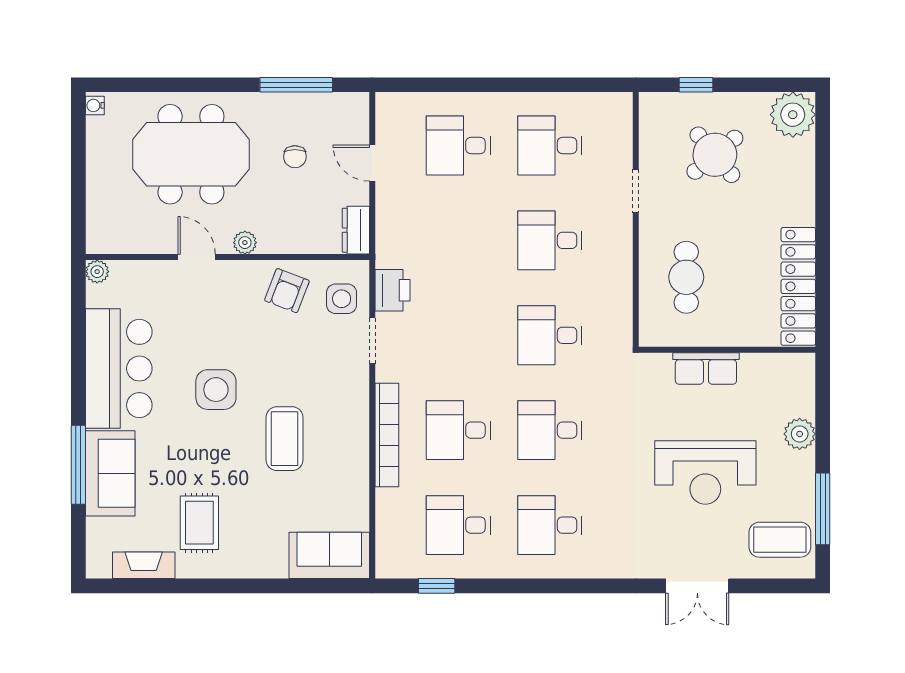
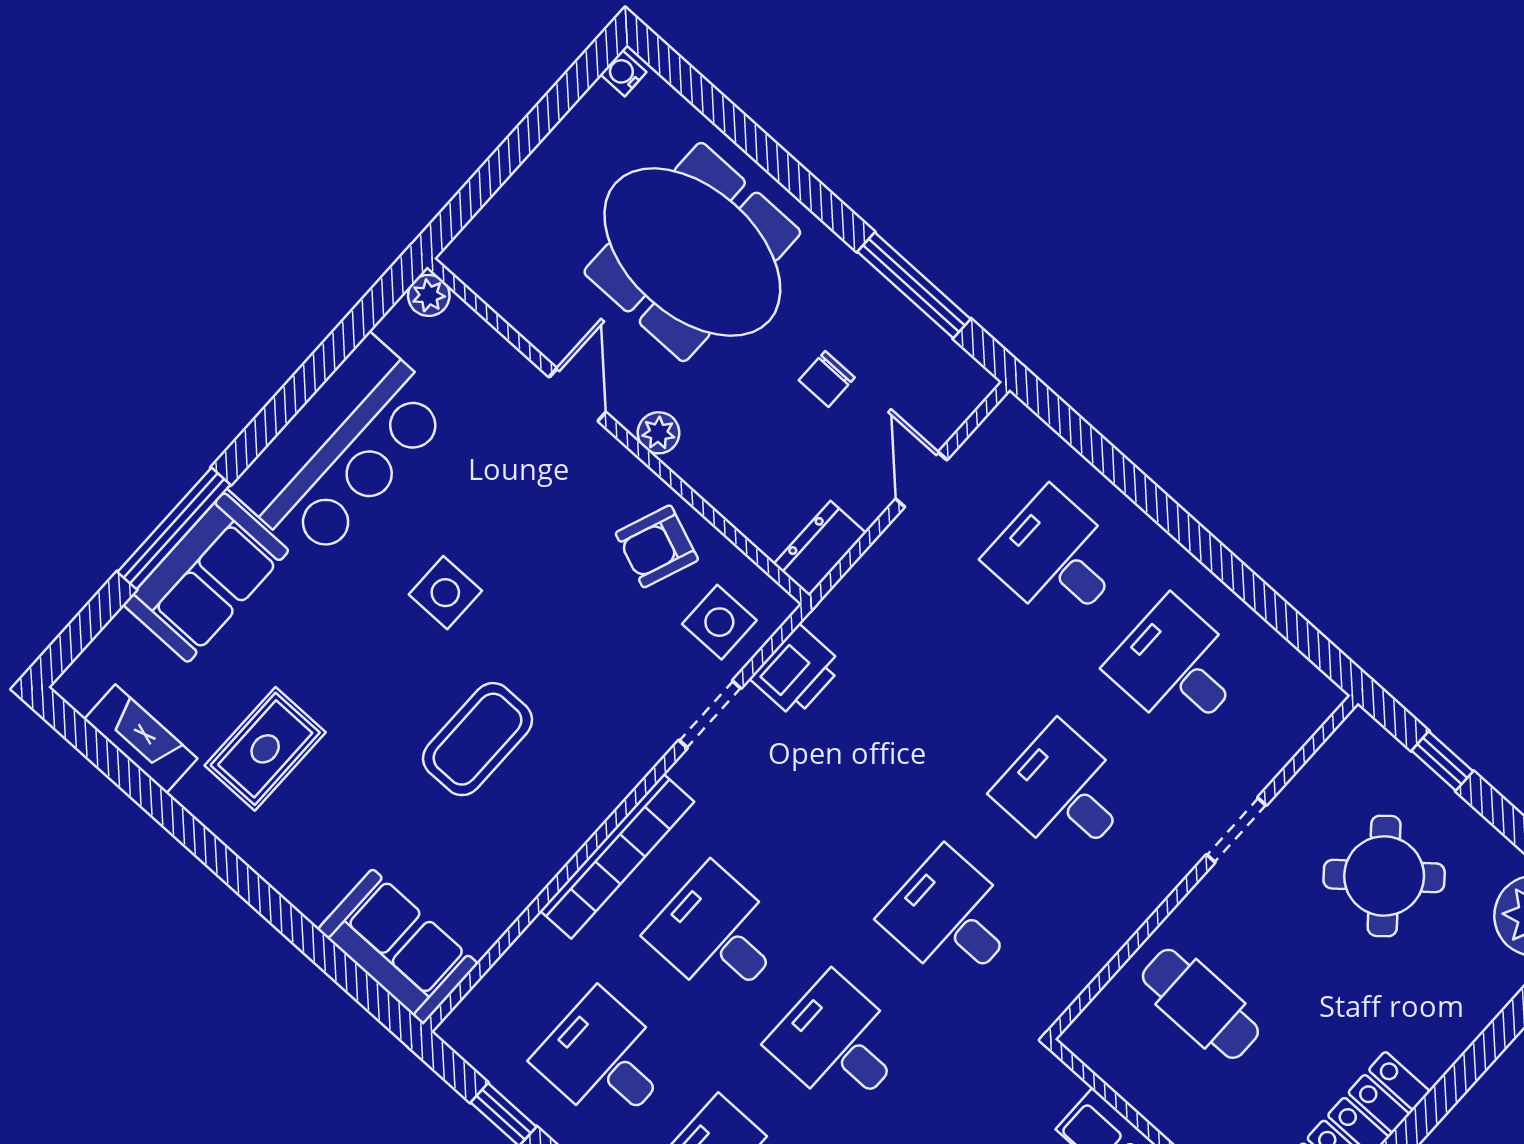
cafe table: (686, 277) -> (1200, 1004), turned 90
side table: (216, 390) -> (445, 593), width x0.73, depth x0.73

